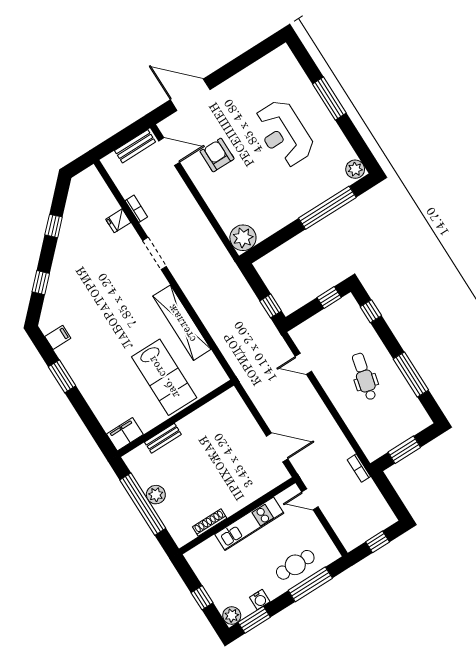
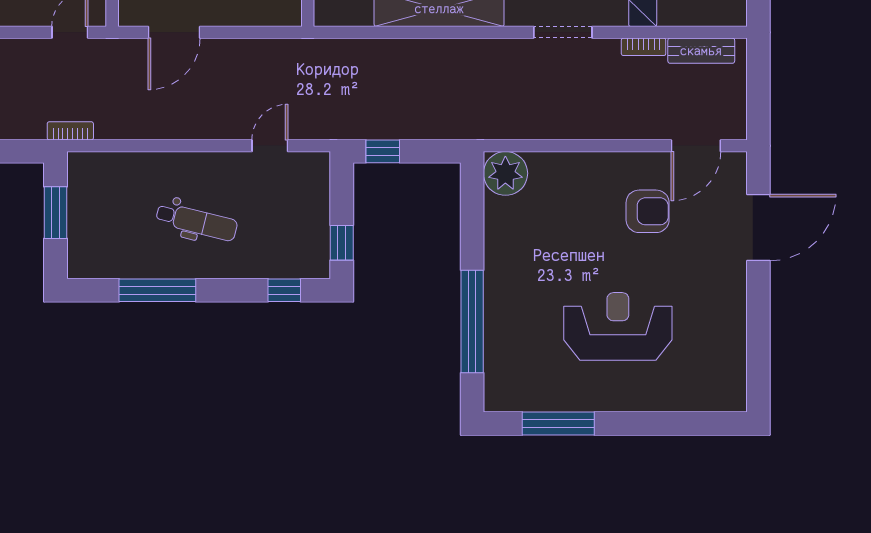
window: (329, 99) -> (558, 424), moved
bench: (135, 146) -> (701, 51), moved, turned 90
plant: (355, 169) -> (502, 396), removed

